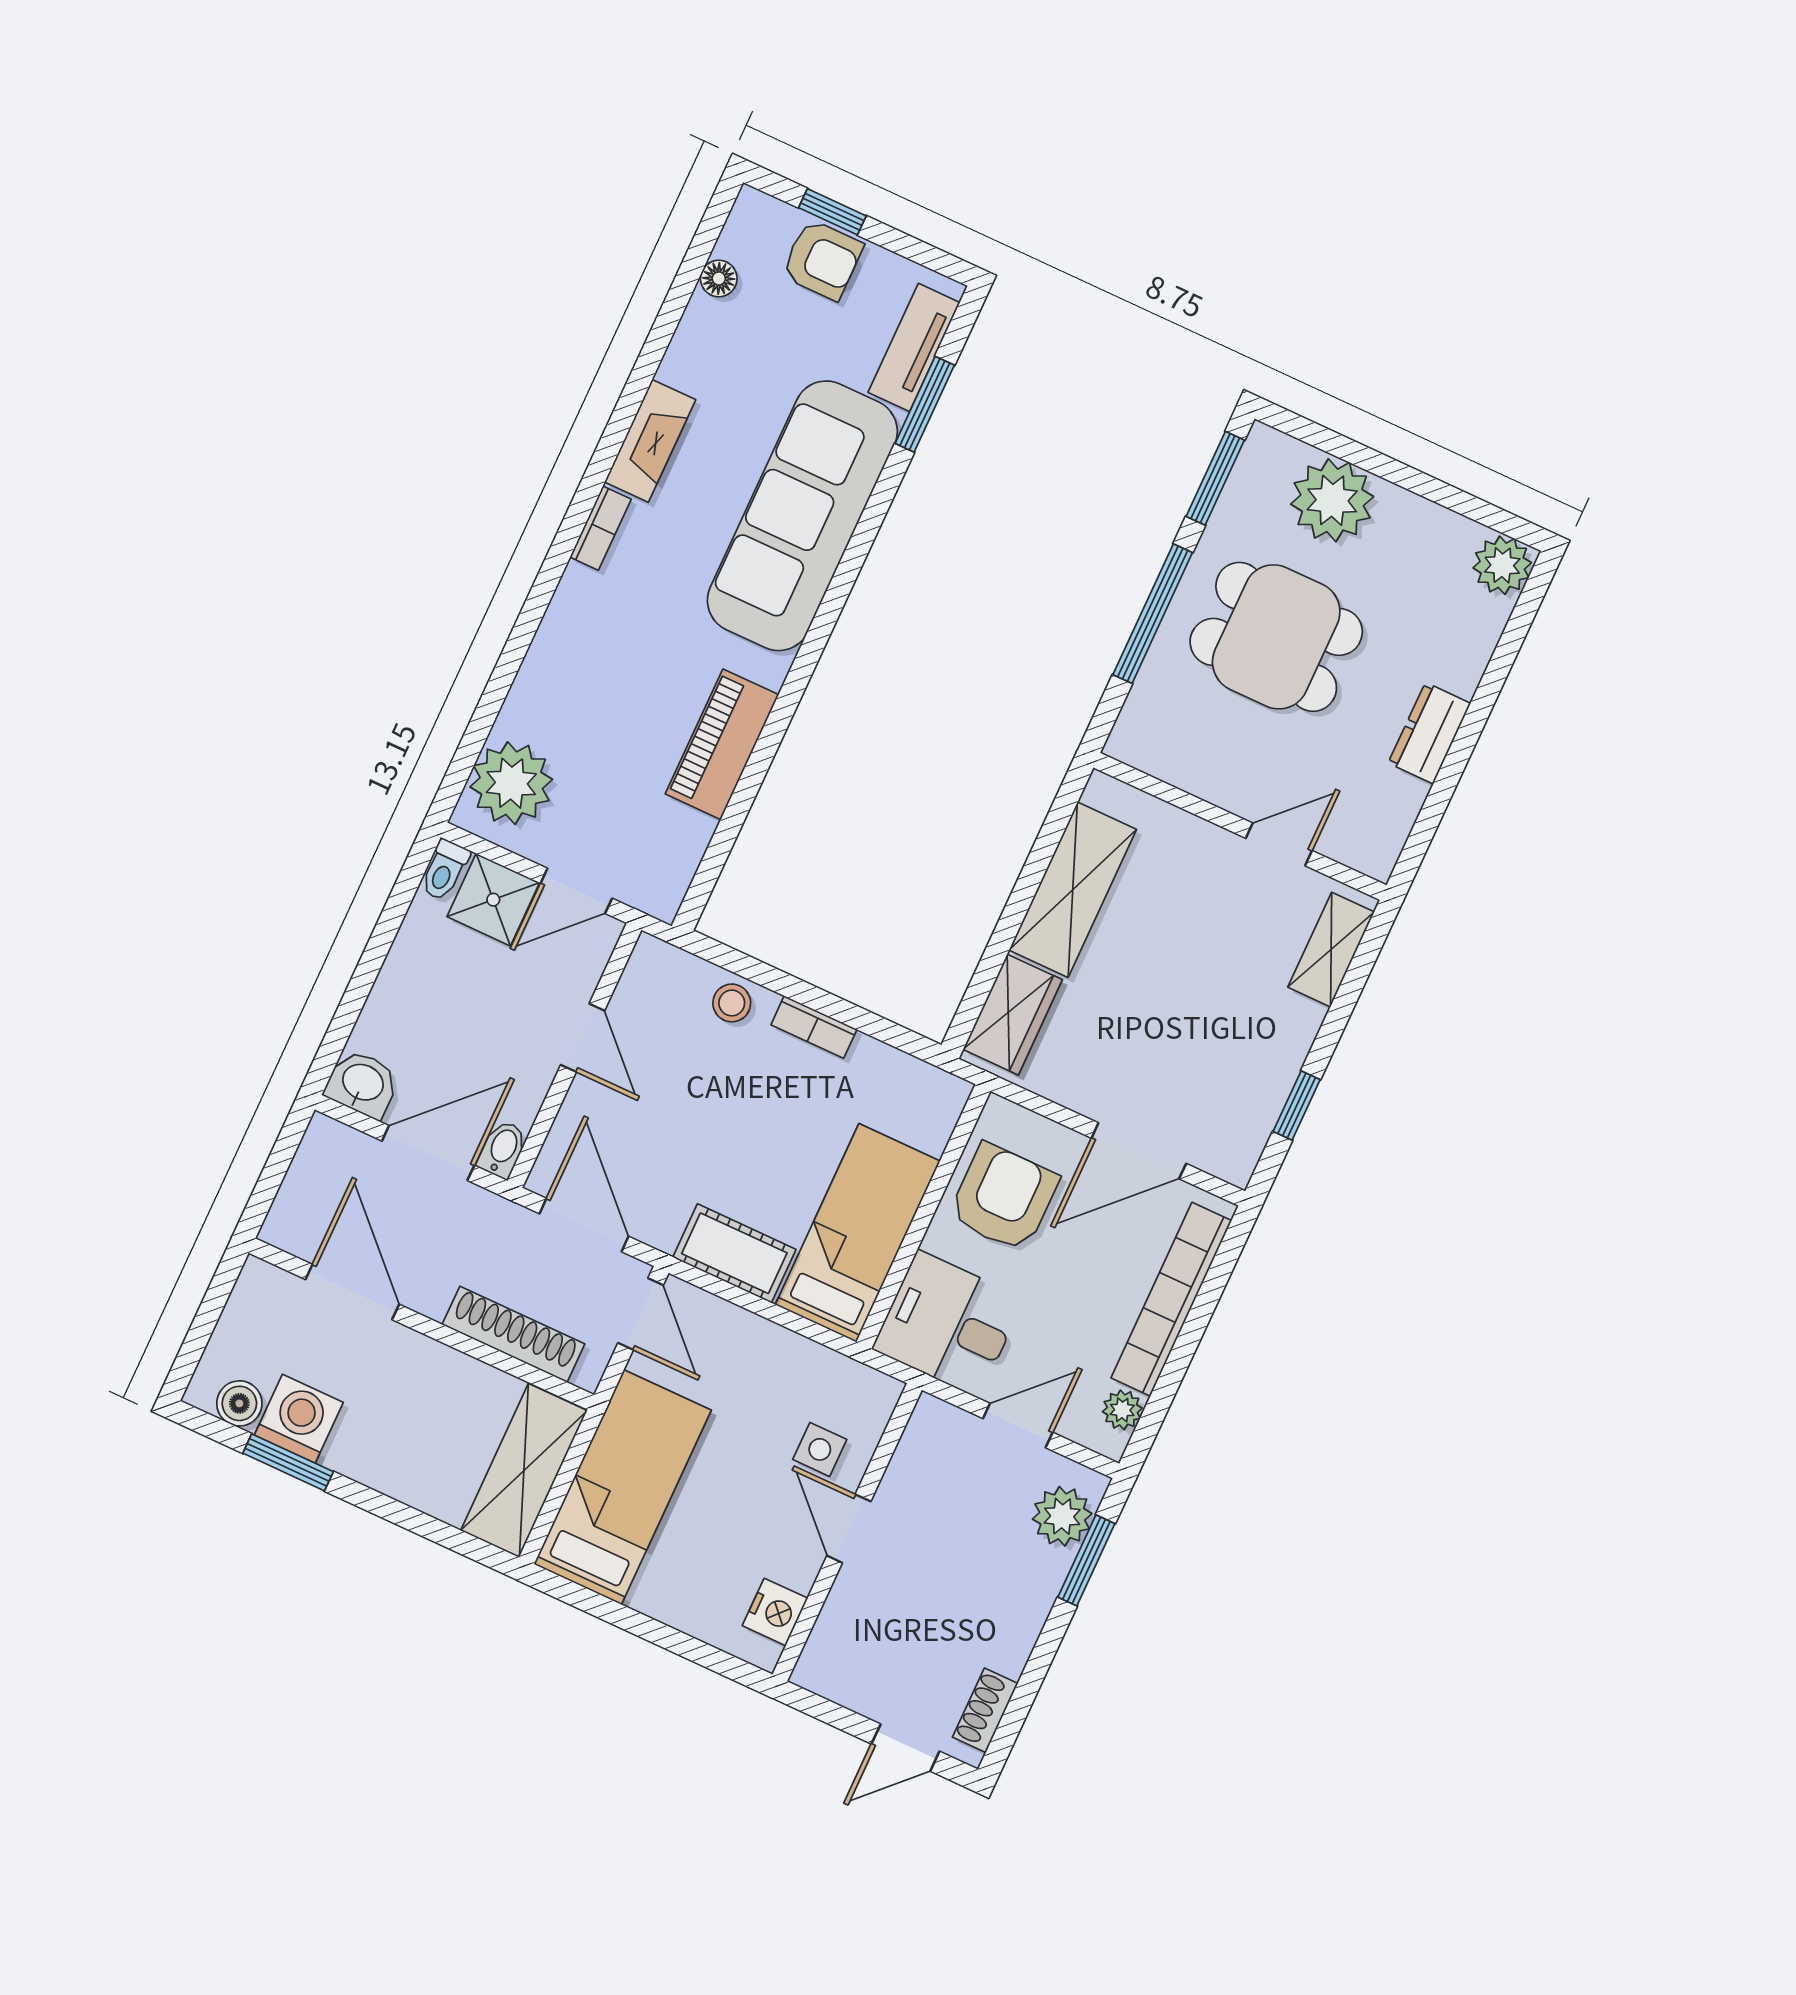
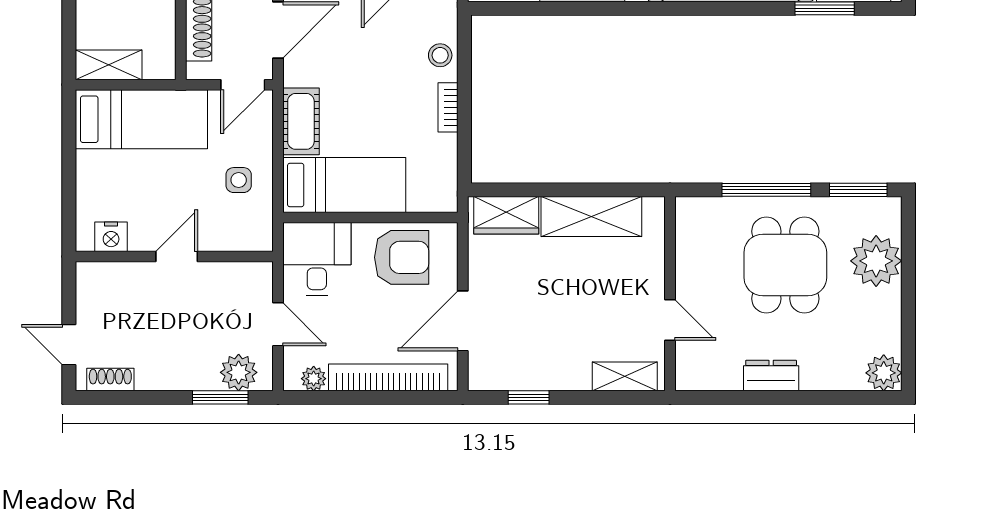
door: (1139, 1151) -> (463, 321), hinge flipped
side table: (820, 1449) -> (239, 180), moved
shelving: (524, 1471) -> (109, 65), width x0.67, depth x0.75

